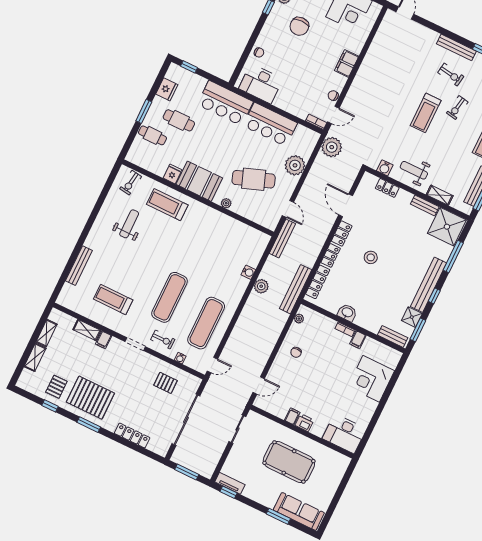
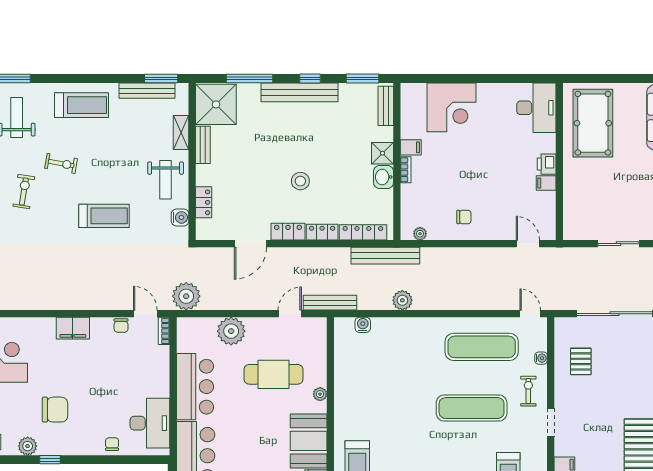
treadmill: (426, 113) -> (104, 216), moved
cafe table: (254, 179) -> (273, 374), turned -70
water cooler: (248, 272) -> (363, 325), moved
shower: (412, 317) -> (382, 153), moved
sliding door: (237, 429) -> (619, 244), moved
pool table: (289, 462) -> (593, 123), moved

